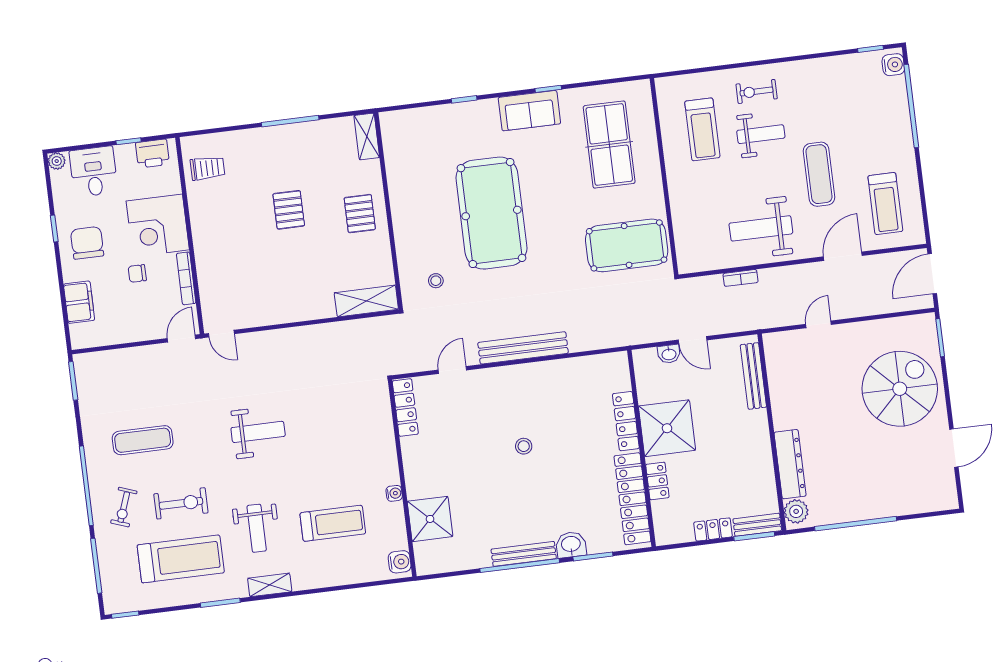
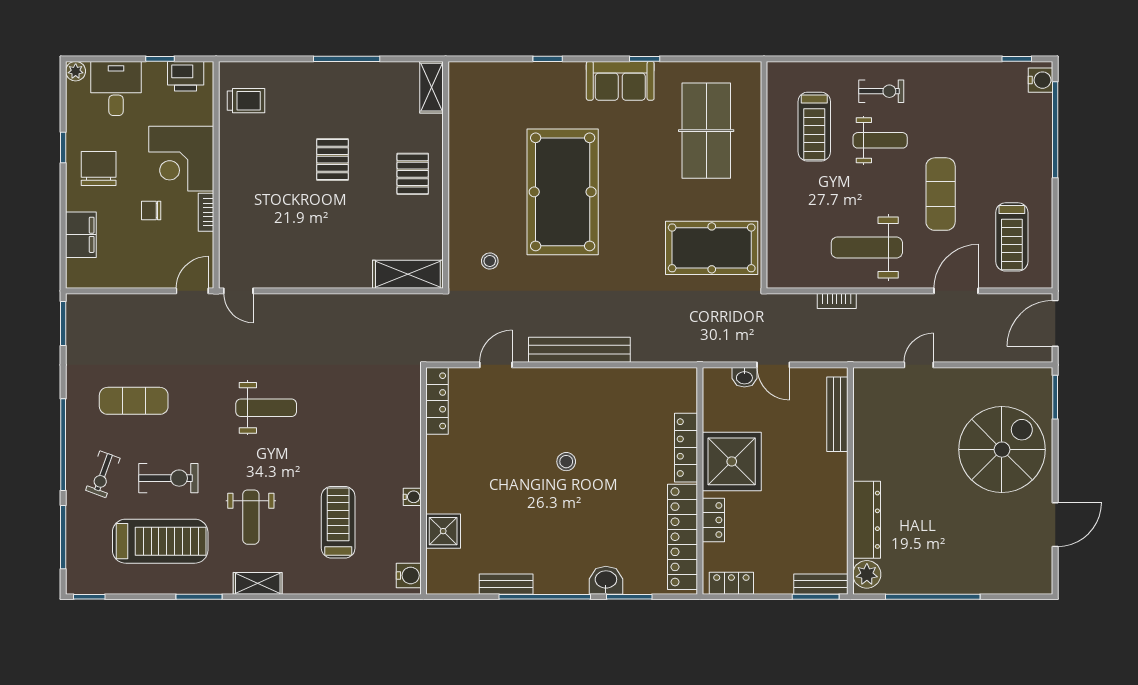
exercise bike: (757, 91) -> (881, 91), turned 180
bookcase: (186, 278) -> (206, 212), width x0.64
shower: (430, 519) -> (443, 531), width x0.73, depth x0.73
treadmill: (333, 523) -> (338, 522), turned -90
locker: (713, 529) -> (731, 583), moved
bench: (524, 554) -> (506, 584), moved, width x0.73

